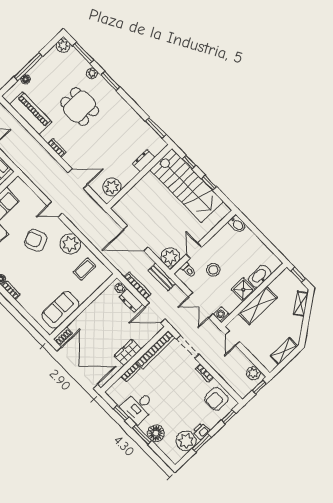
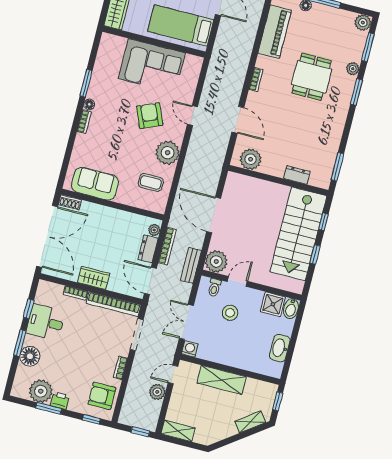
washbasin: (260, 276) -> (280, 348), moved, turned -90
shower: (243, 290) -> (273, 304), moved
shelving: (284, 351) -> (178, 431), moved
plant: (253, 373) -> (157, 392), moved

